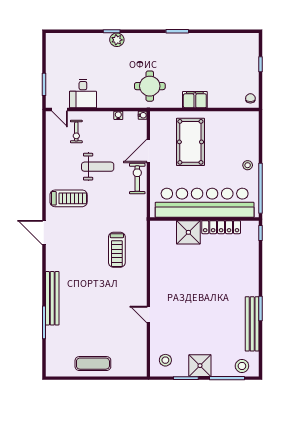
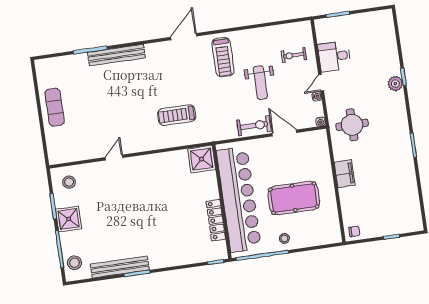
door: (60, 109) -> (321, 83), moved
pool table: (190, 142) -> (294, 198), moved
shower: (188, 232) -> (202, 159), moved

